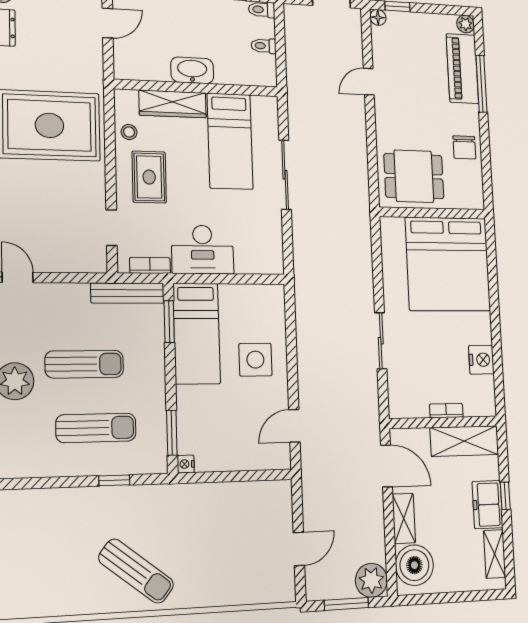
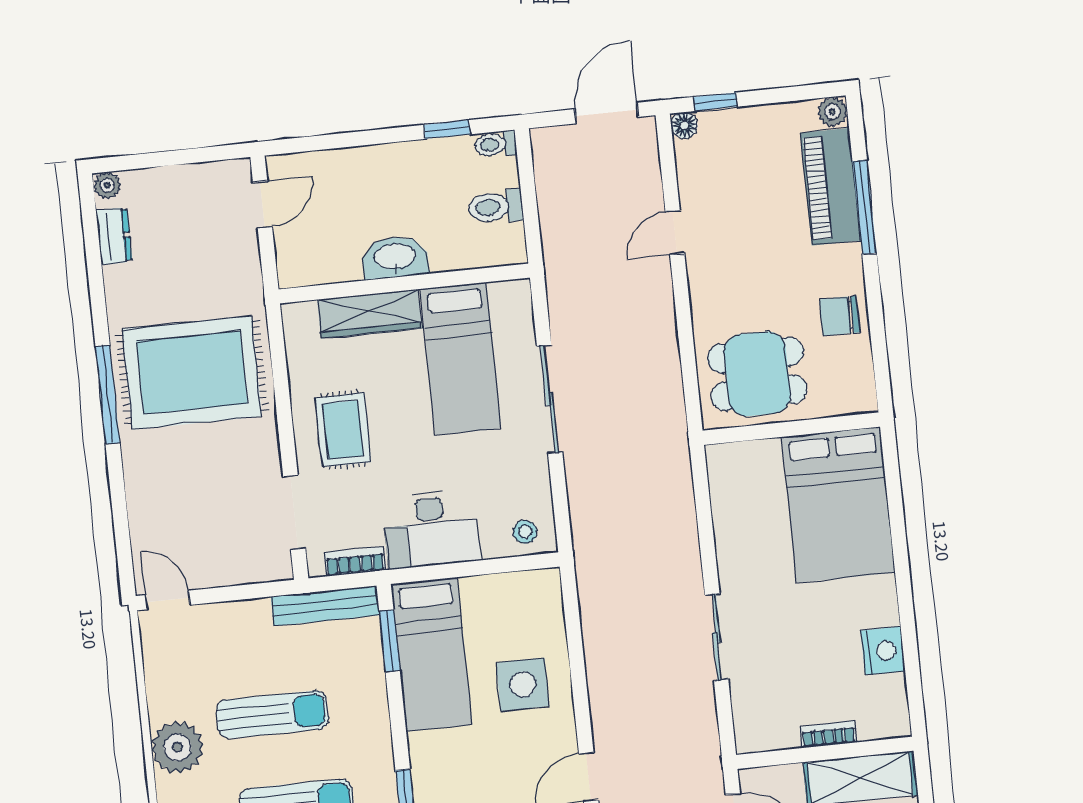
toilet: (264, 46) -> (496, 207), width x1.37, depth x1.39
stool: (129, 132) -> (525, 532), moved
chair: (464, 147) -> (840, 316), turned 90
doorway: (112, 228) -> (294, 512), width x1.38
bed: (448, 264) -> (838, 505), width x0.73

